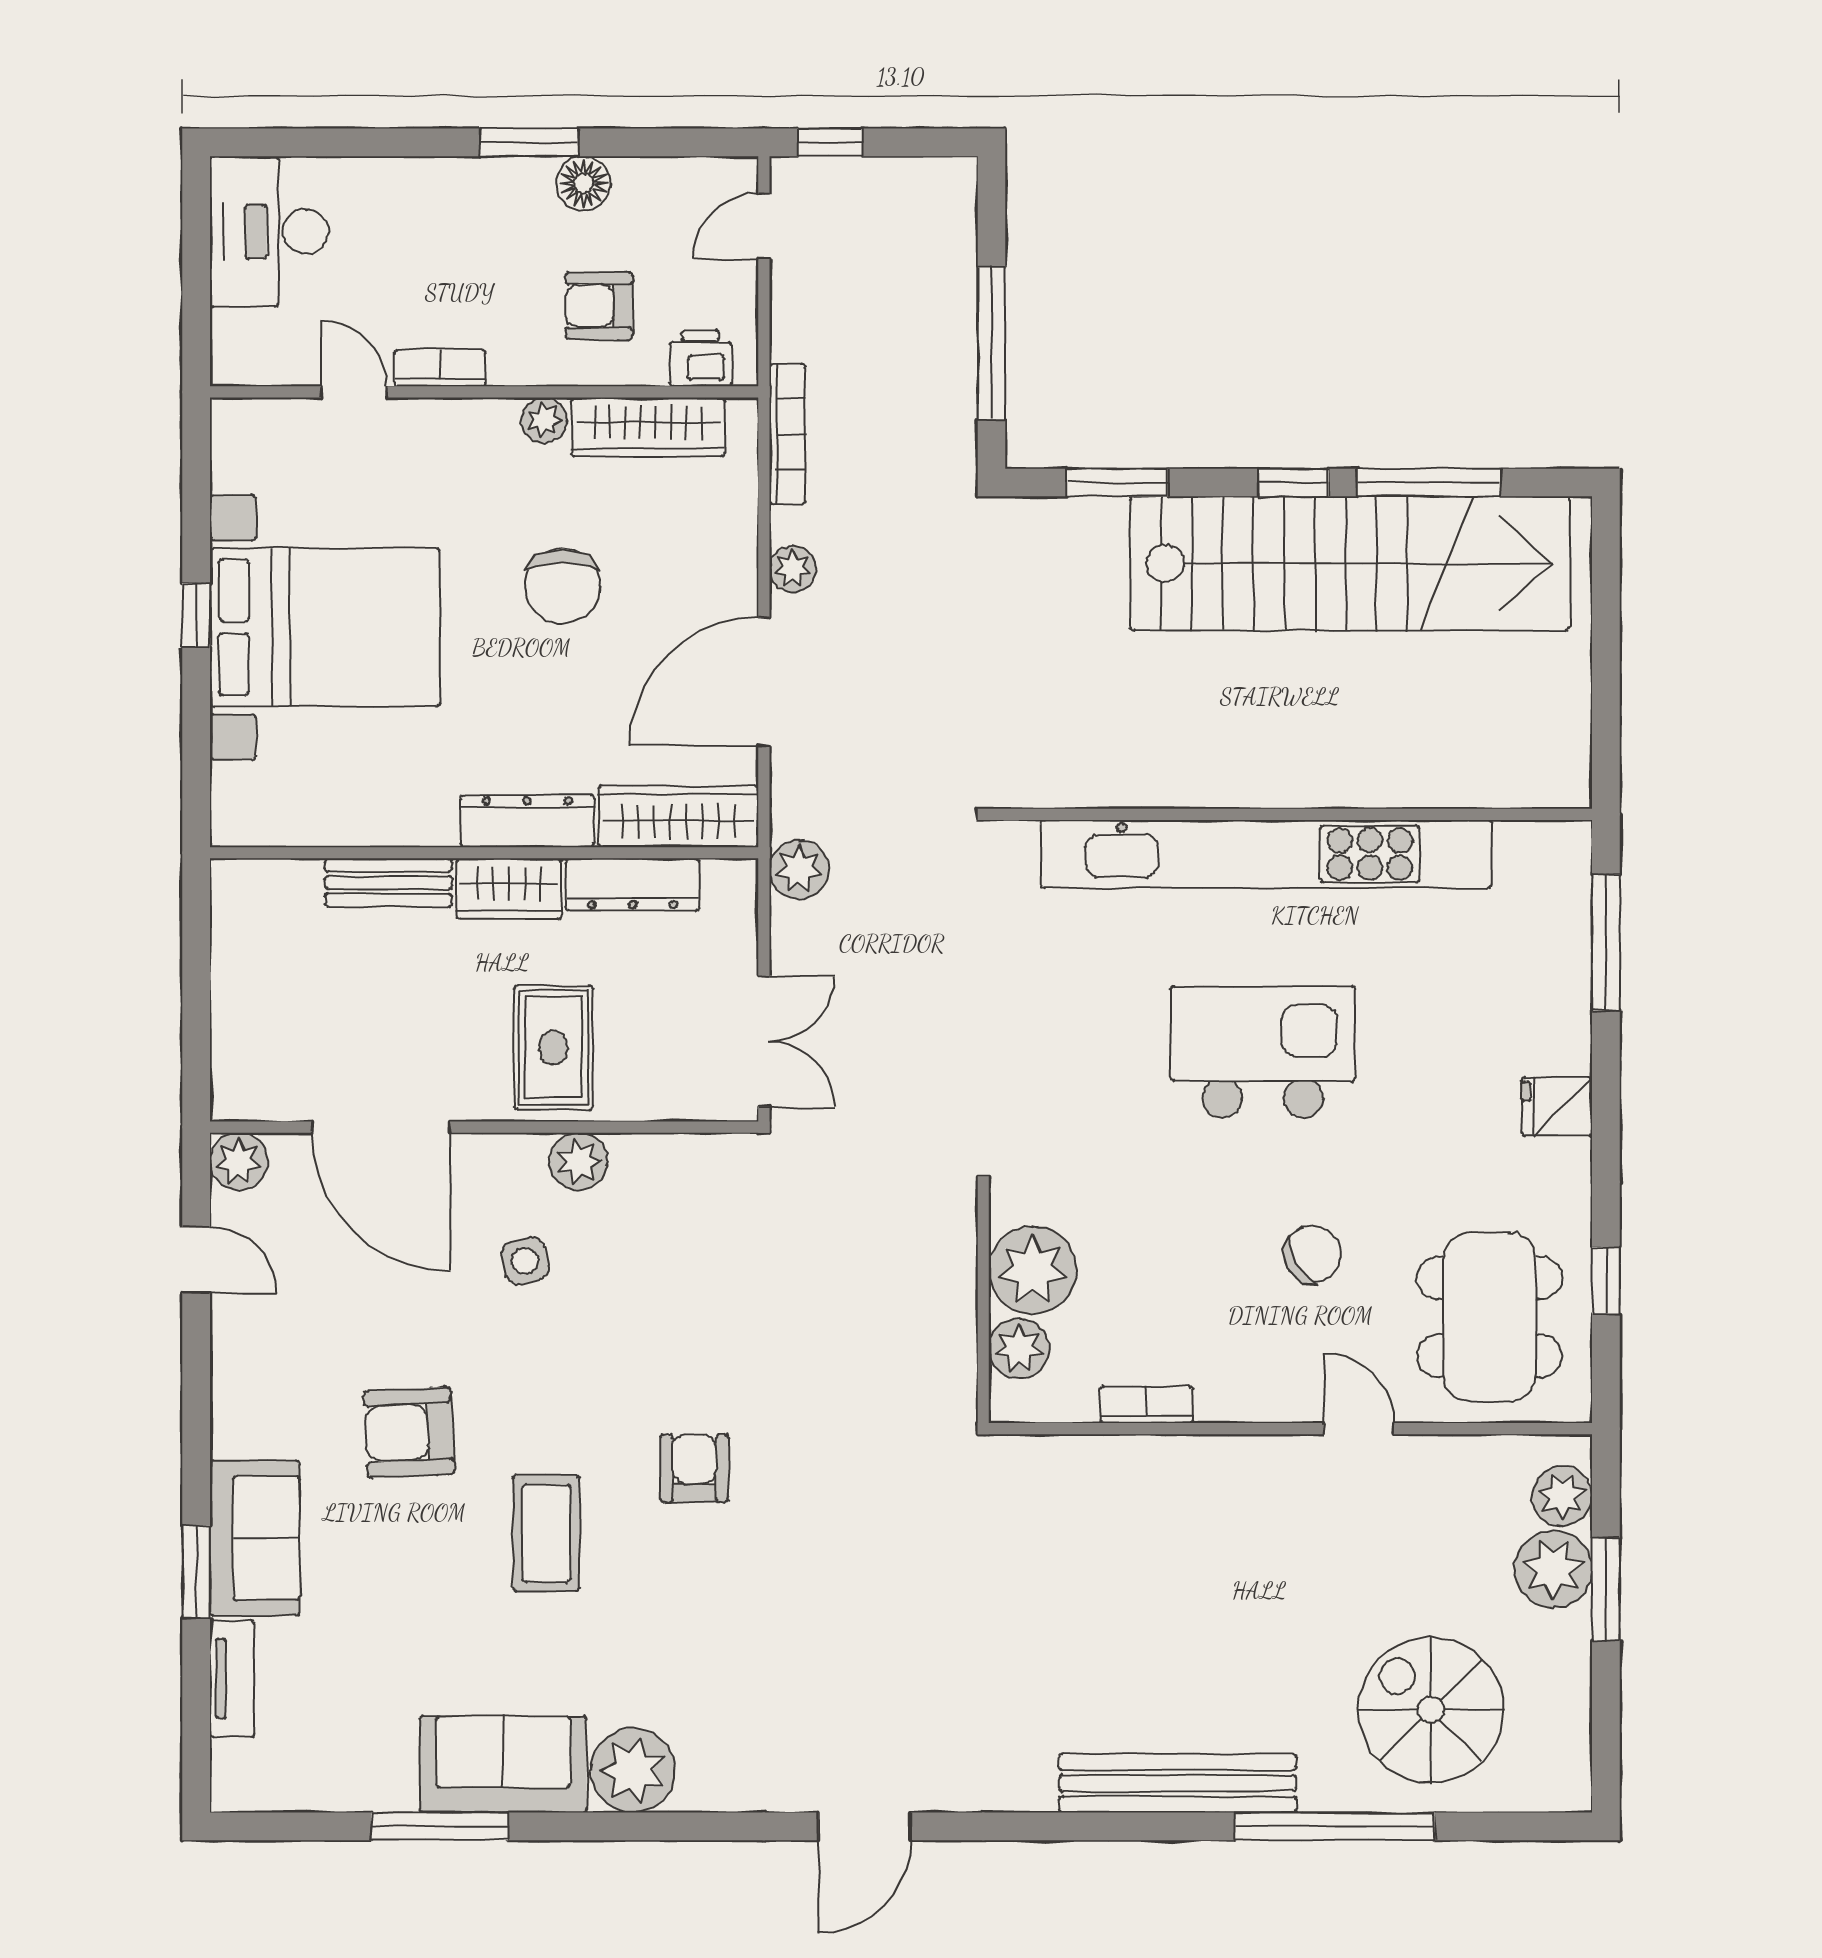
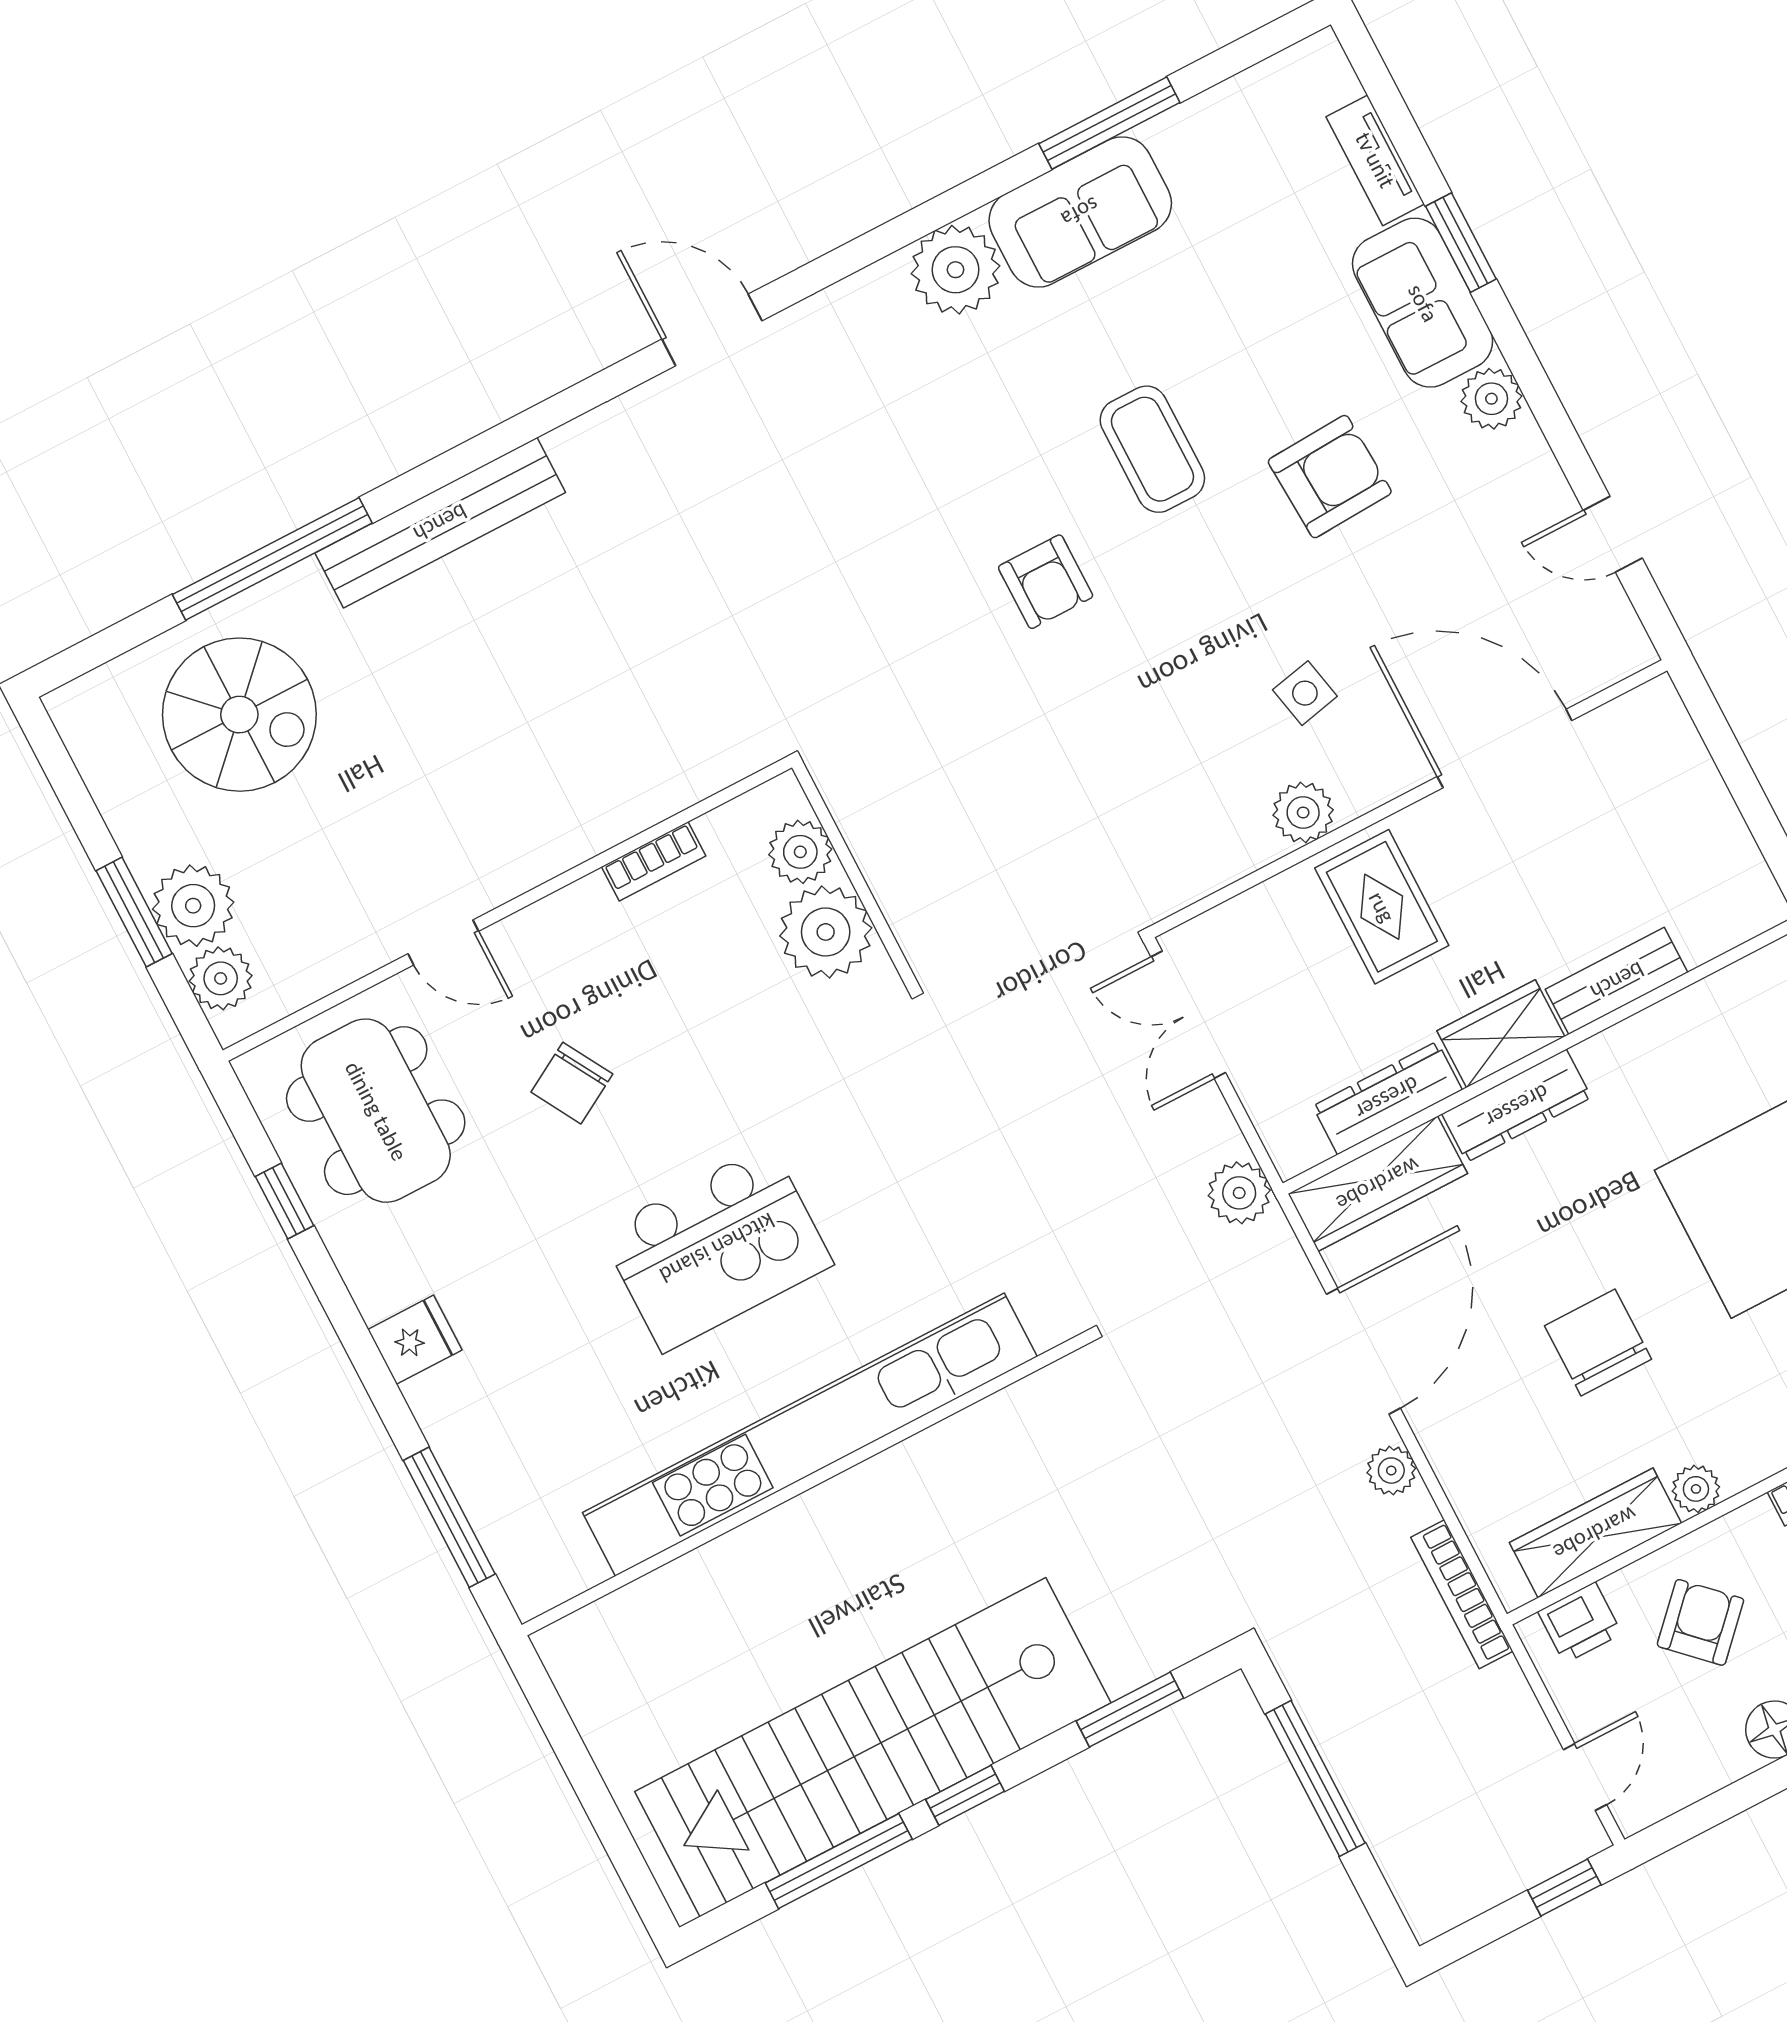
armchair: (599, 306) -> (1700, 1622), turned -46
plant: (239, 1162) -> (1491, 399), moved
door: (865, 1826) -> (712, 330), hinge flipped

